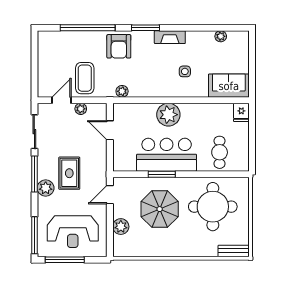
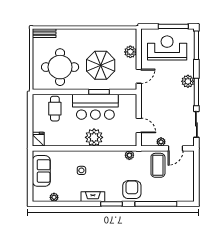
sofa: (229, 86) -> (41, 171), moved, turned -90
rug: (69, 173) -> (170, 93), removed

